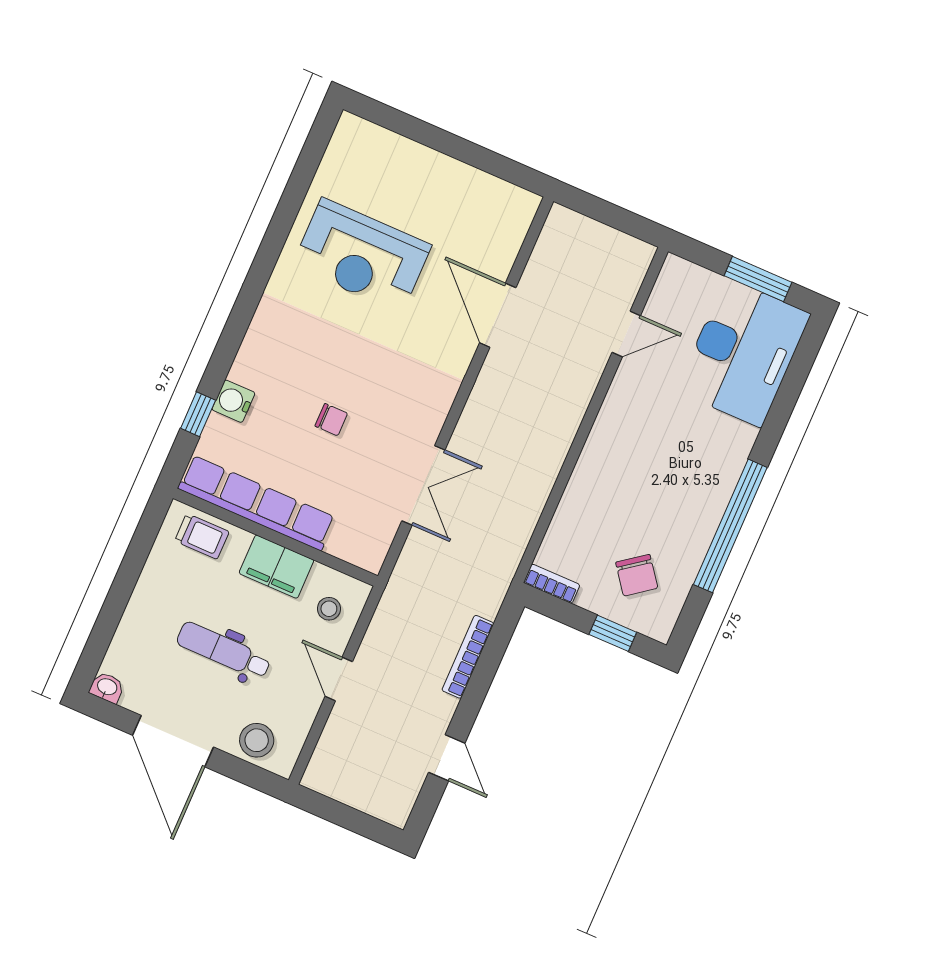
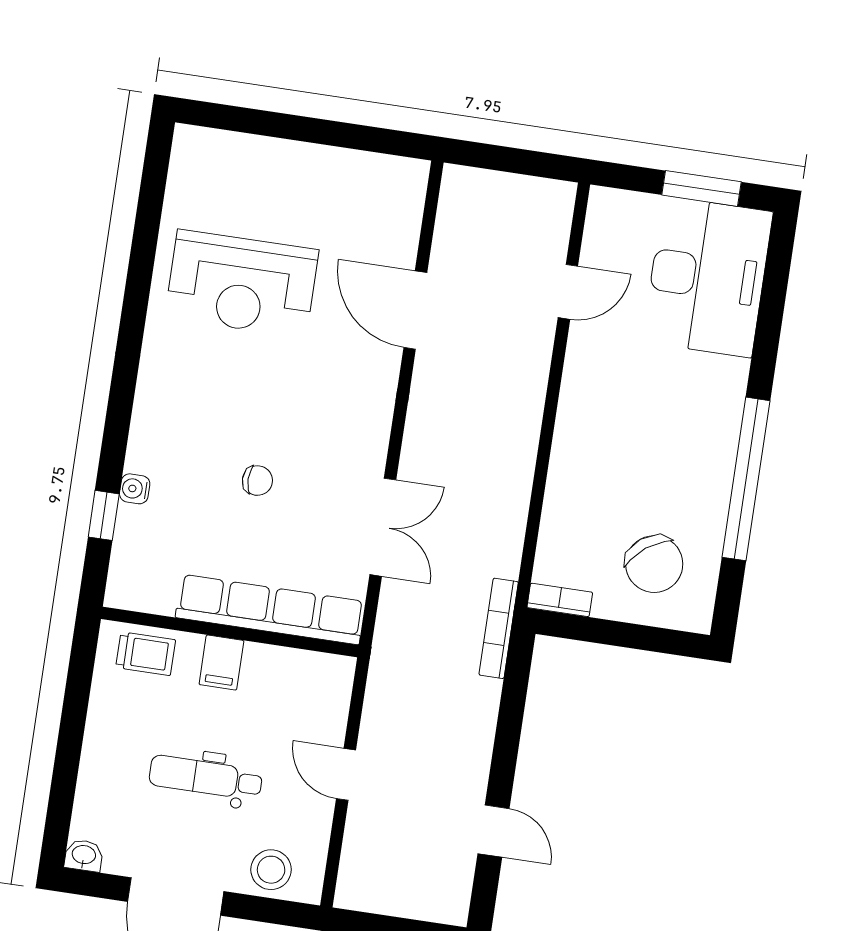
water cooler: (233, 401) -> (135, 489), width x0.72, depth x0.72
row of seats: (257, 503) -> (270, 609), moved
filing cabinet: (276, 567) -> (221, 662), width x0.50
chair: (637, 575) -> (654, 564), width x1.37, depth x1.37
stool: (329, 609) -> (313, 697), removed
window: (613, 633) -> (645, 638), removed
bookcase: (468, 657) -> (499, 628), moved

